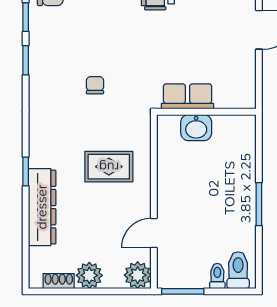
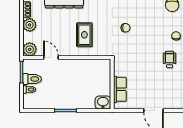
row of seats: (188, 96) -> (120, 89), moved
washbasin: (196, 128) -> (103, 103), moved, turned 90
toilet: (238, 270) -> (32, 79), moved

